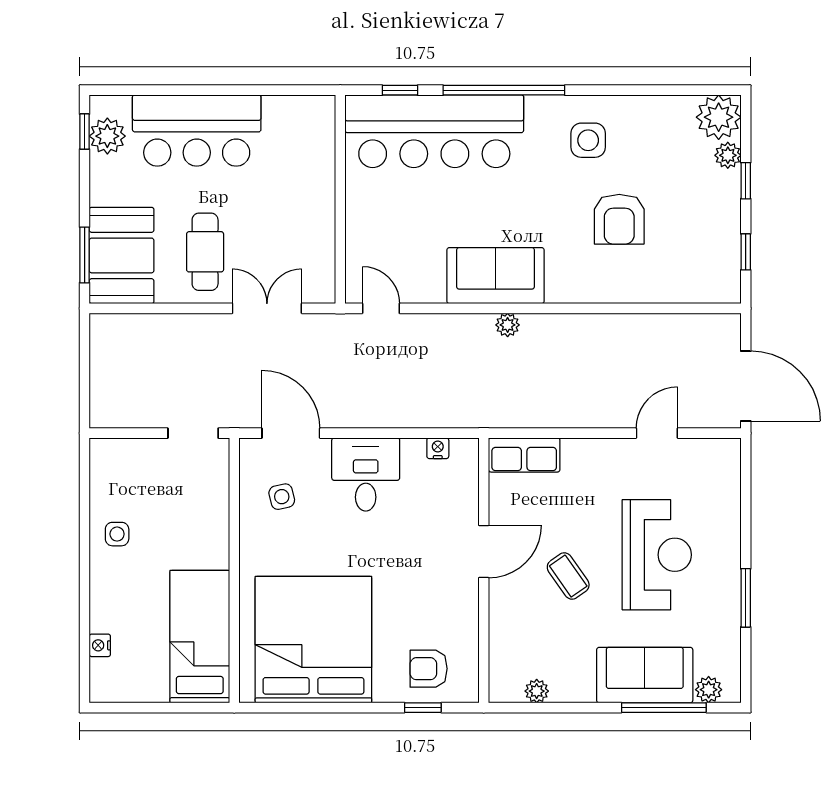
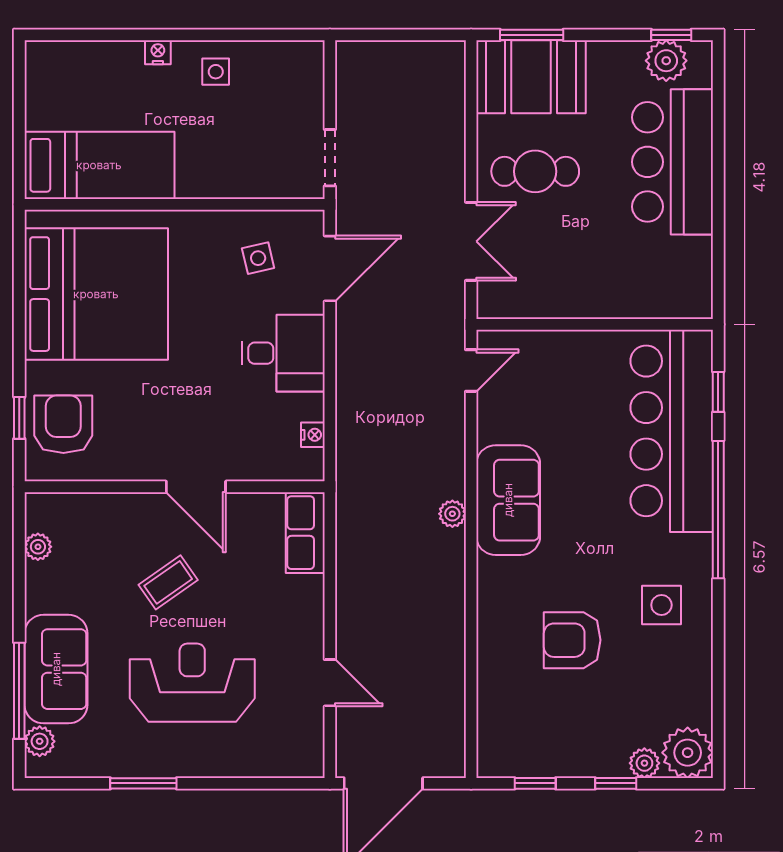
reception desk: (657, 555) -> (192, 683), turned 180
nightstand: (100, 645) -> (158, 52), moved
armchair: (429, 669) -> (63, 424), width x1.38, depth x1.38

